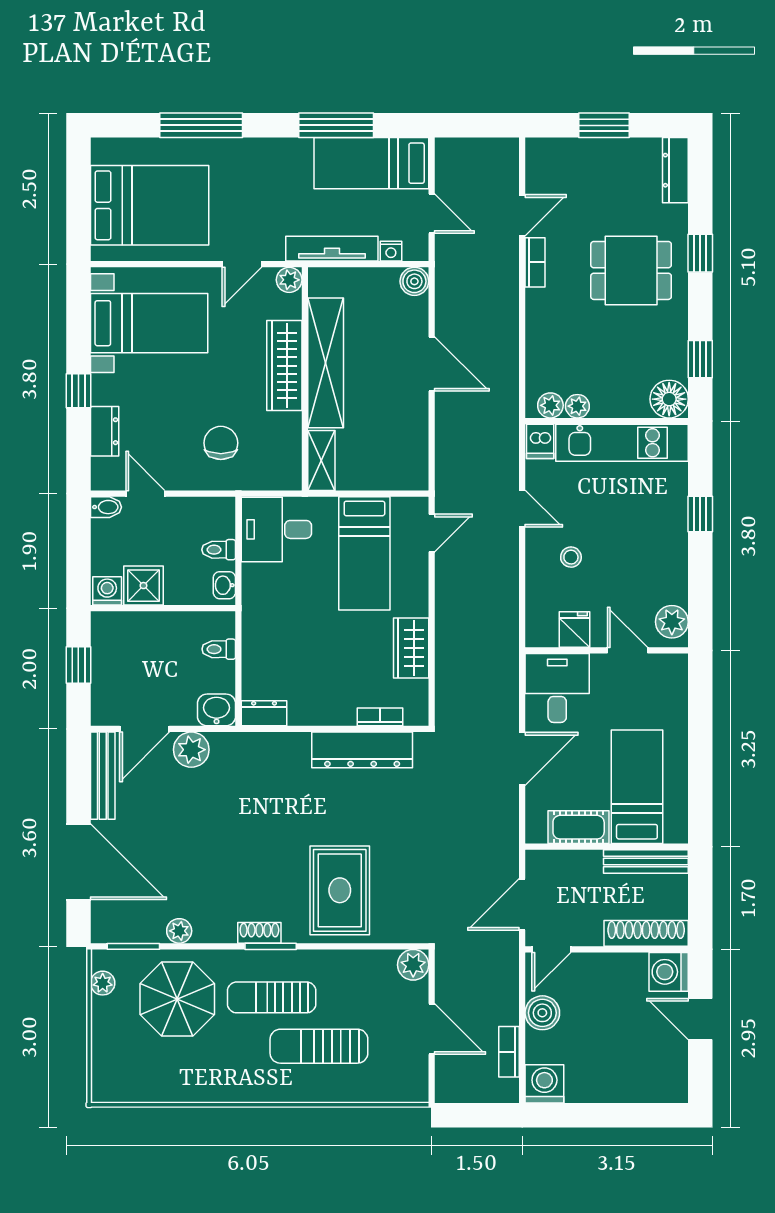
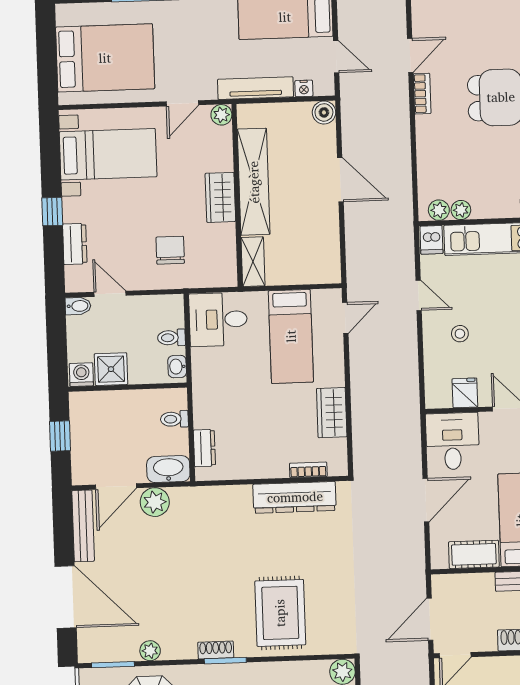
wardrobe: (284, 366) -> (220, 197), width x0.67
washbasin: (217, 710) -> (168, 469), width x1.38
dresser: (264, 713) -> (204, 448), moved, turned 90

